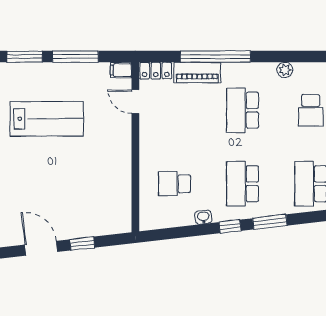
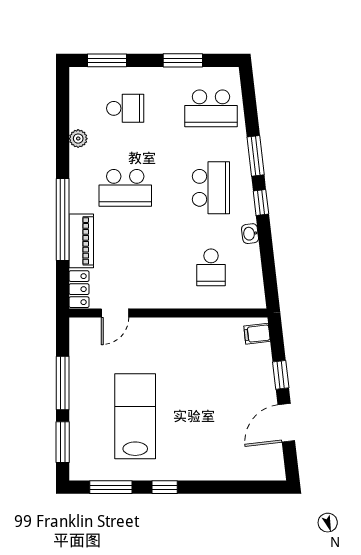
filing cabinet: (121, 70) -> (257, 334), moved, turned 83
school desk: (243, 184) -> (211, 188), turned -90

